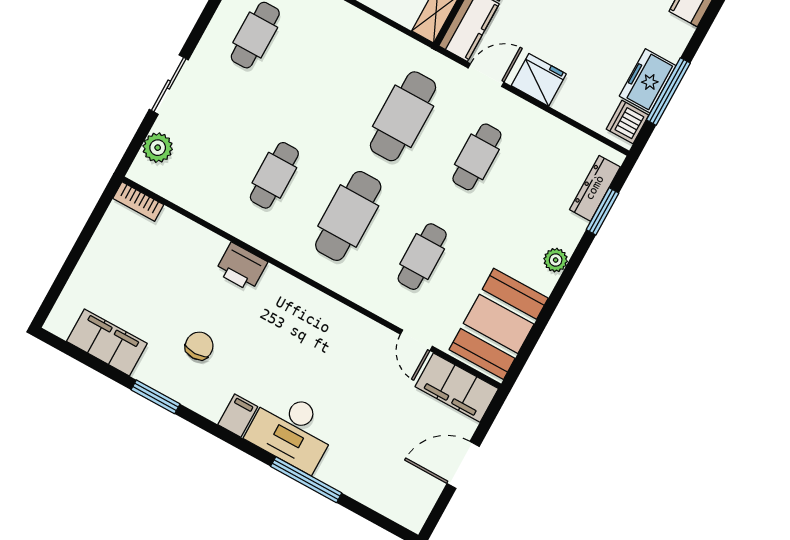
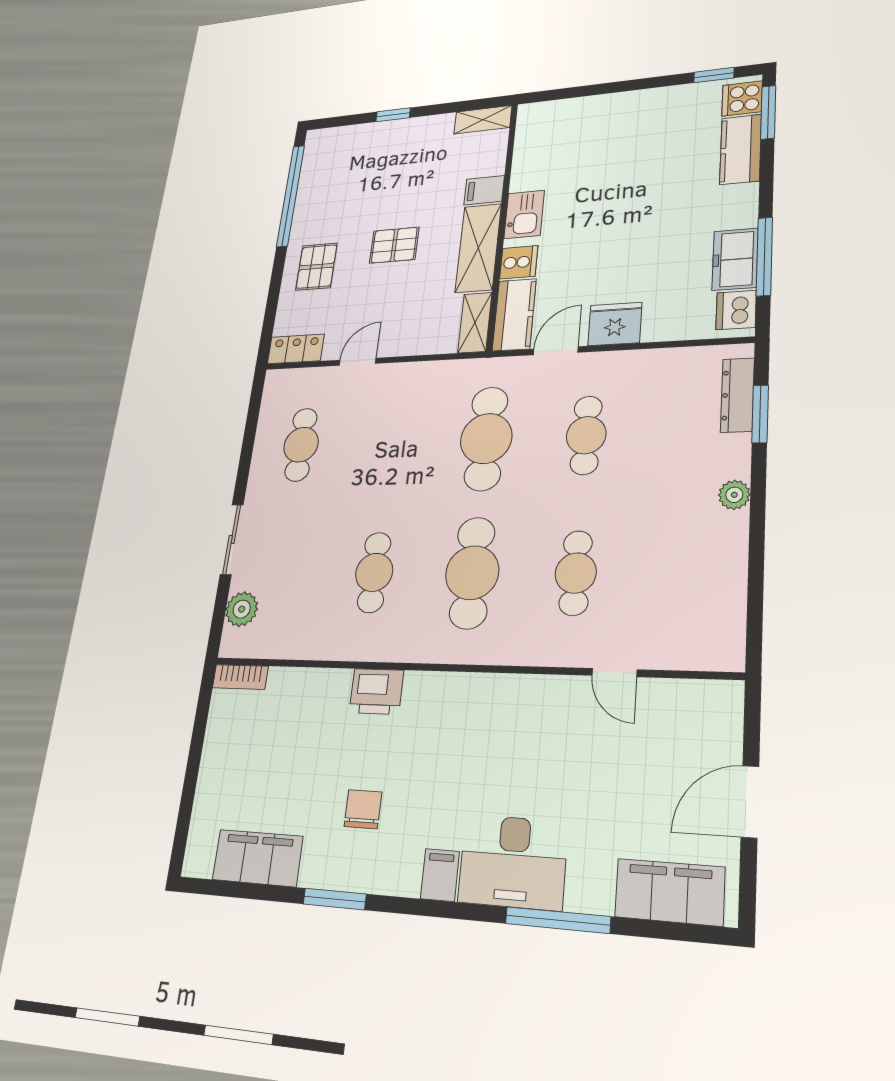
booth: (499, 324) -> (704, 602), removed
filing cabinet: (457, 388) -> (670, 892), moved, turned 180

